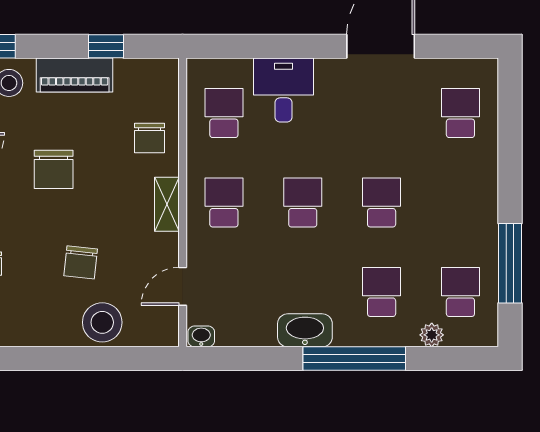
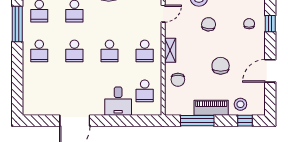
window: (106, 46) -> (197, 121), width x2.17
school desk: (460, 113) -> (39, 51), moved
chair: (149, 138) -> (178, 80), turned 180

